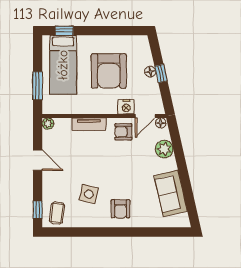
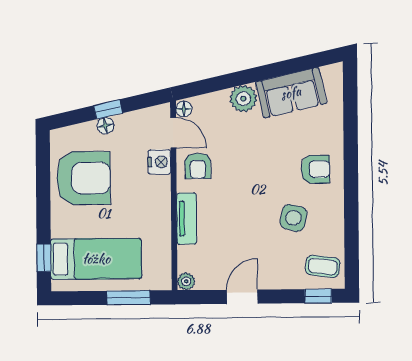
armchair: (109, 71) -> (83, 178), moved
plant: (164, 149) -> (243, 99), moved

